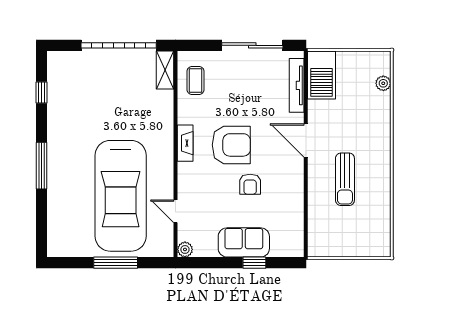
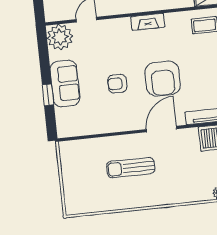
armchair: (231, 145) -> (163, 79), moved
plant: (185, 249) -> (60, 37), width x1.87, depth x1.87

